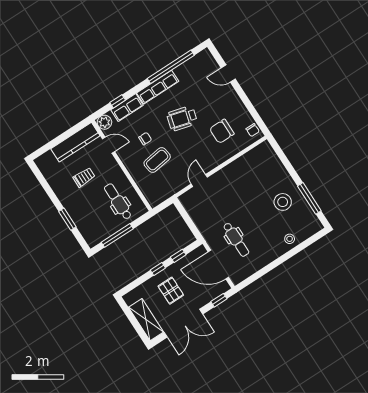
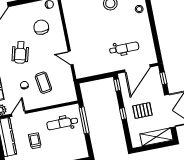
chair: (222, 131) -> (41, 27), turned 180
window: (117, 235) -> (84, 120), moved
window: (178, 256) -> (117, 85), moved

